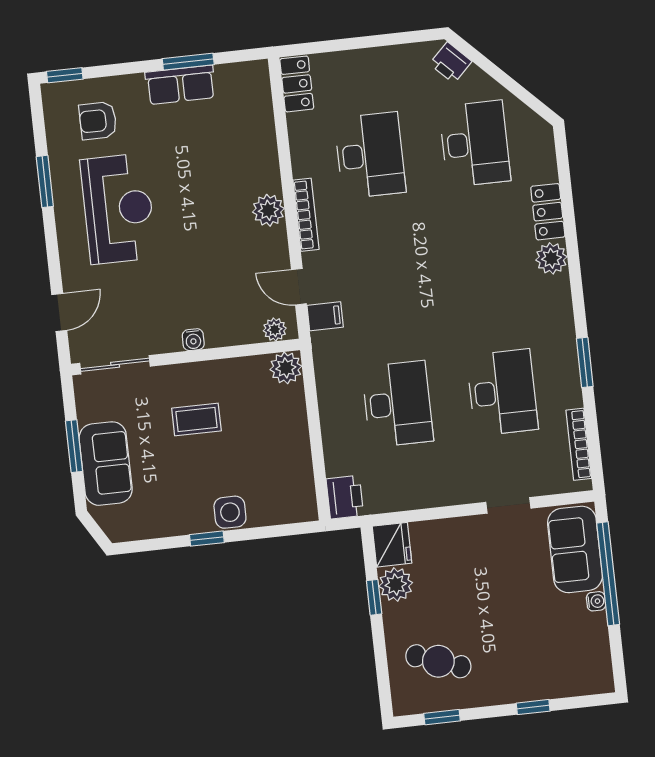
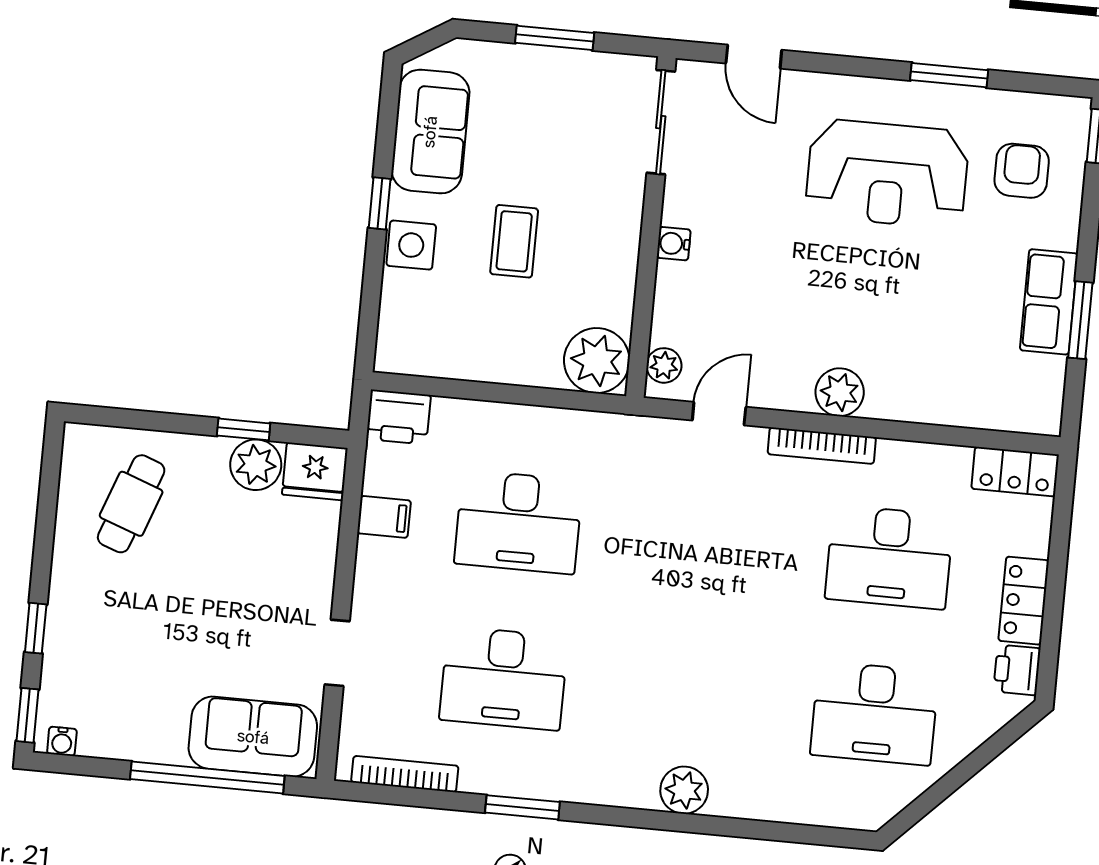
printer: (451, 63) -> (1017, 670), moved, turned -45
locker: (548, 212) -> (1024, 601), moved, turned -90
filing cabinet: (325, 316) -> (384, 517), moved, turned -90
plant: (286, 368) -> (597, 361), width x1.36, depth x1.36
coffee table: (196, 419) -> (514, 241), moved
sofa: (106, 464) -> (430, 132), moved, turned -90
water cooler: (596, 601) -> (62, 741), moved
window: (442, 717) -> (27, 715), moved

